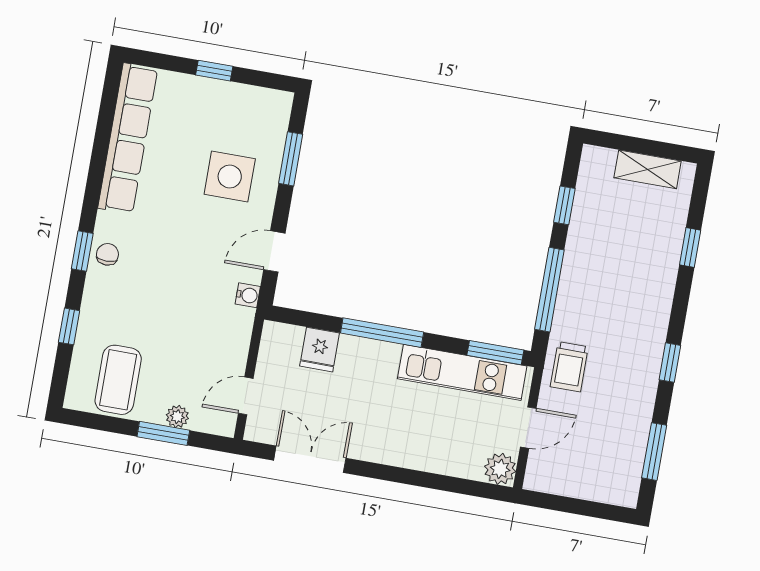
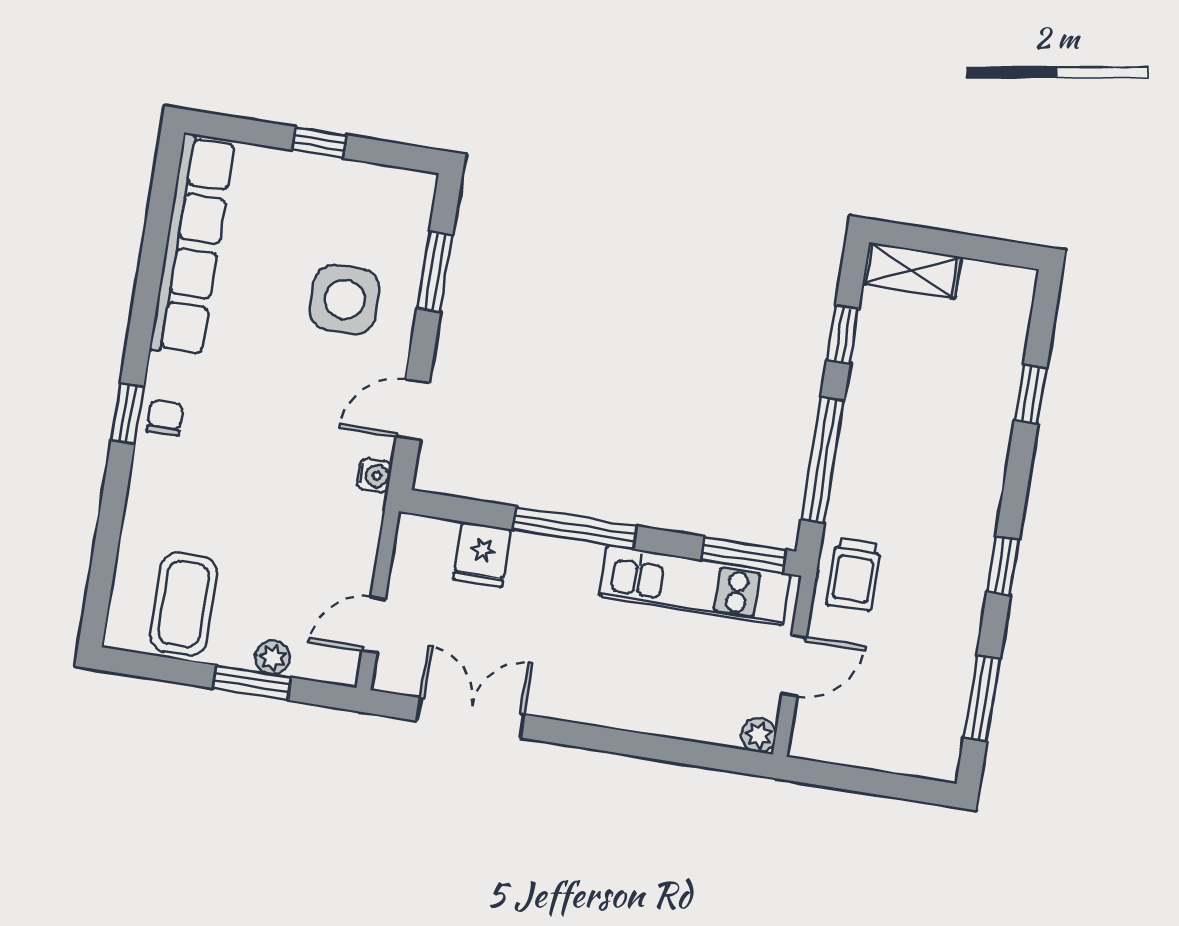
shelving: (648, 169) -> (912, 270), moved
window: (69, 326) -> (109, 526), removed
plant: (500, 469) -> (759, 735), width x0.73, depth x0.73

